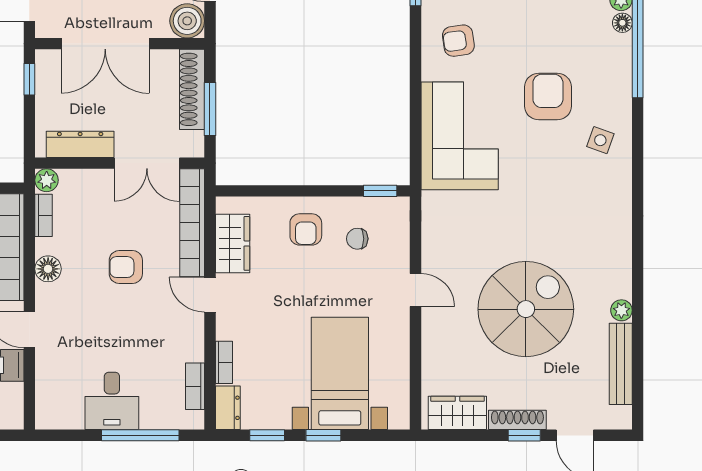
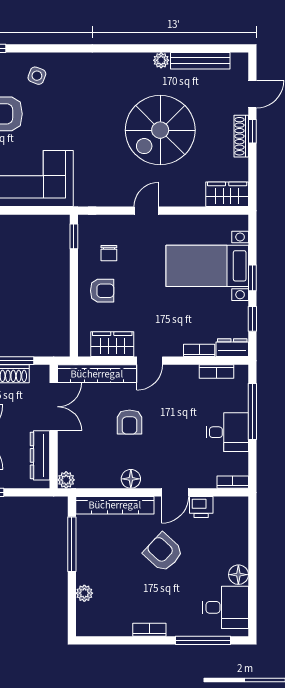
bookcase: (44, 215) -> (233, 482), moved
spiral stairs: (526, 309) -> (160, 130), turned -90
wardrobe: (457, 413) -> (227, 194), moved, turned 90

